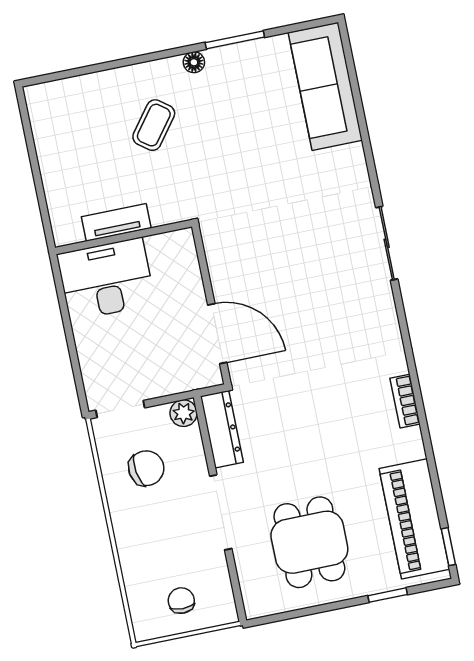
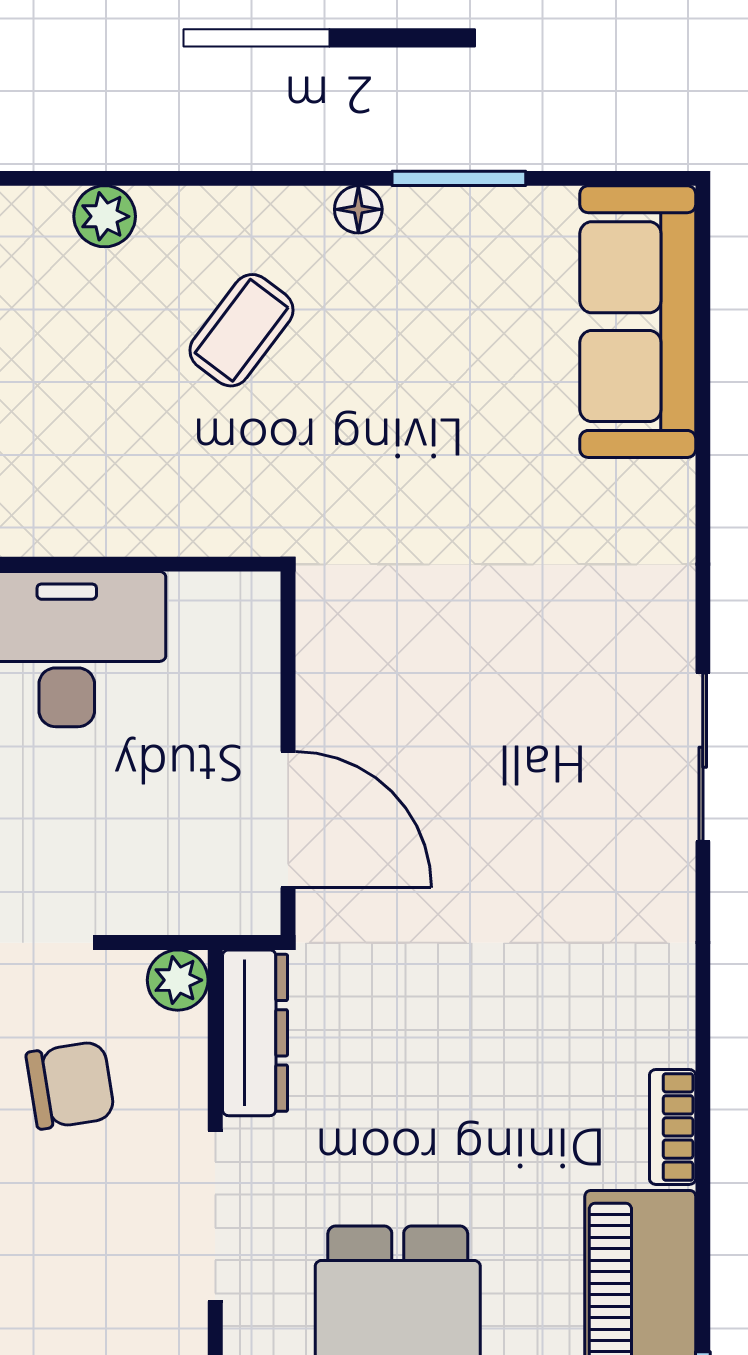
plant: (84, 88) -> (105, 216), added
tv unit: (116, 222) -> (115, 528), removed
sliding door: (387, 243) -> (703, 757), moved
bookcase: (405, 401) -> (673, 1127), moved

